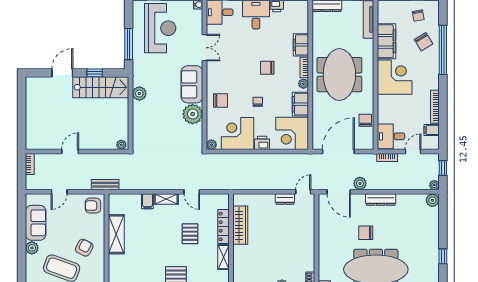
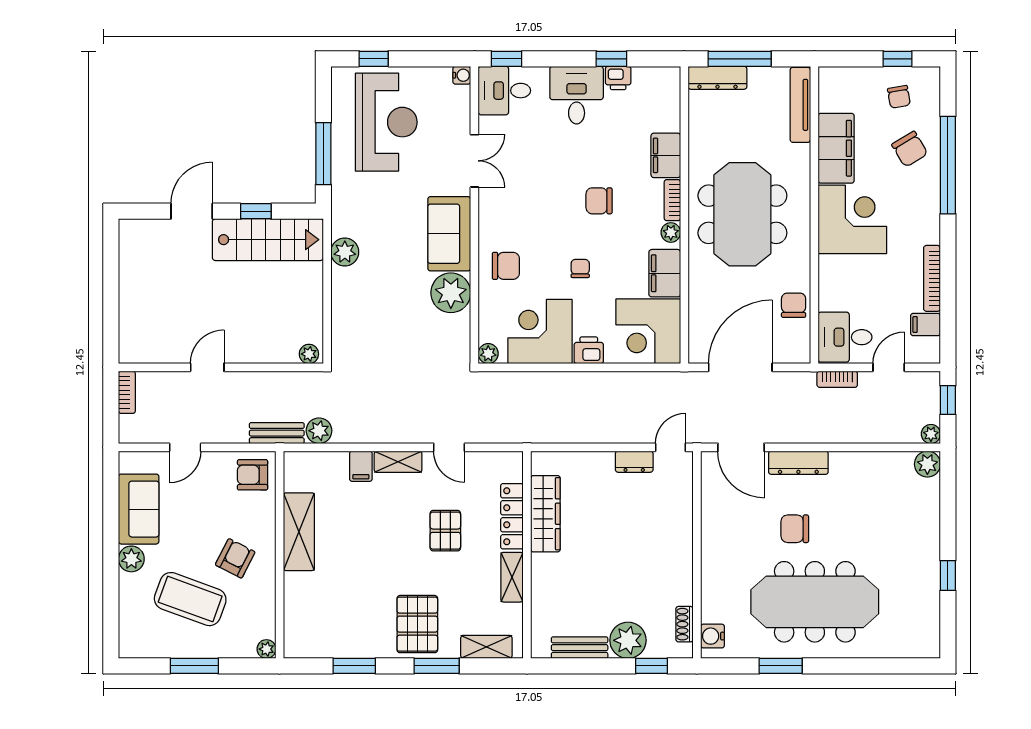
plant: (360, 183) -> (319, 431), moved
dresser: (381, 200) -> (798, 463), moved

